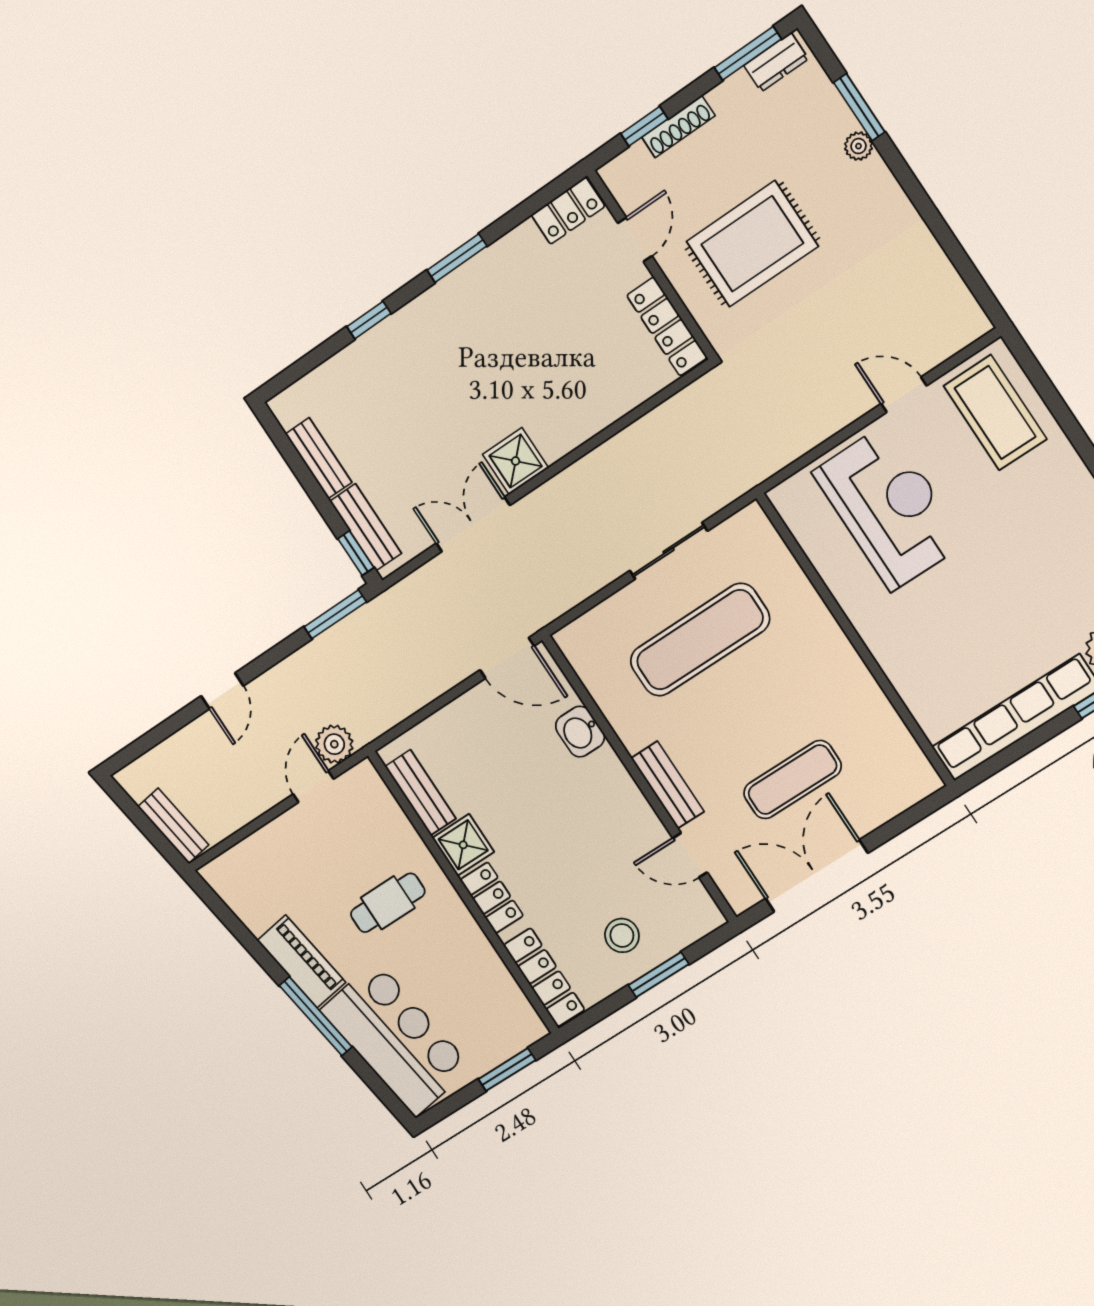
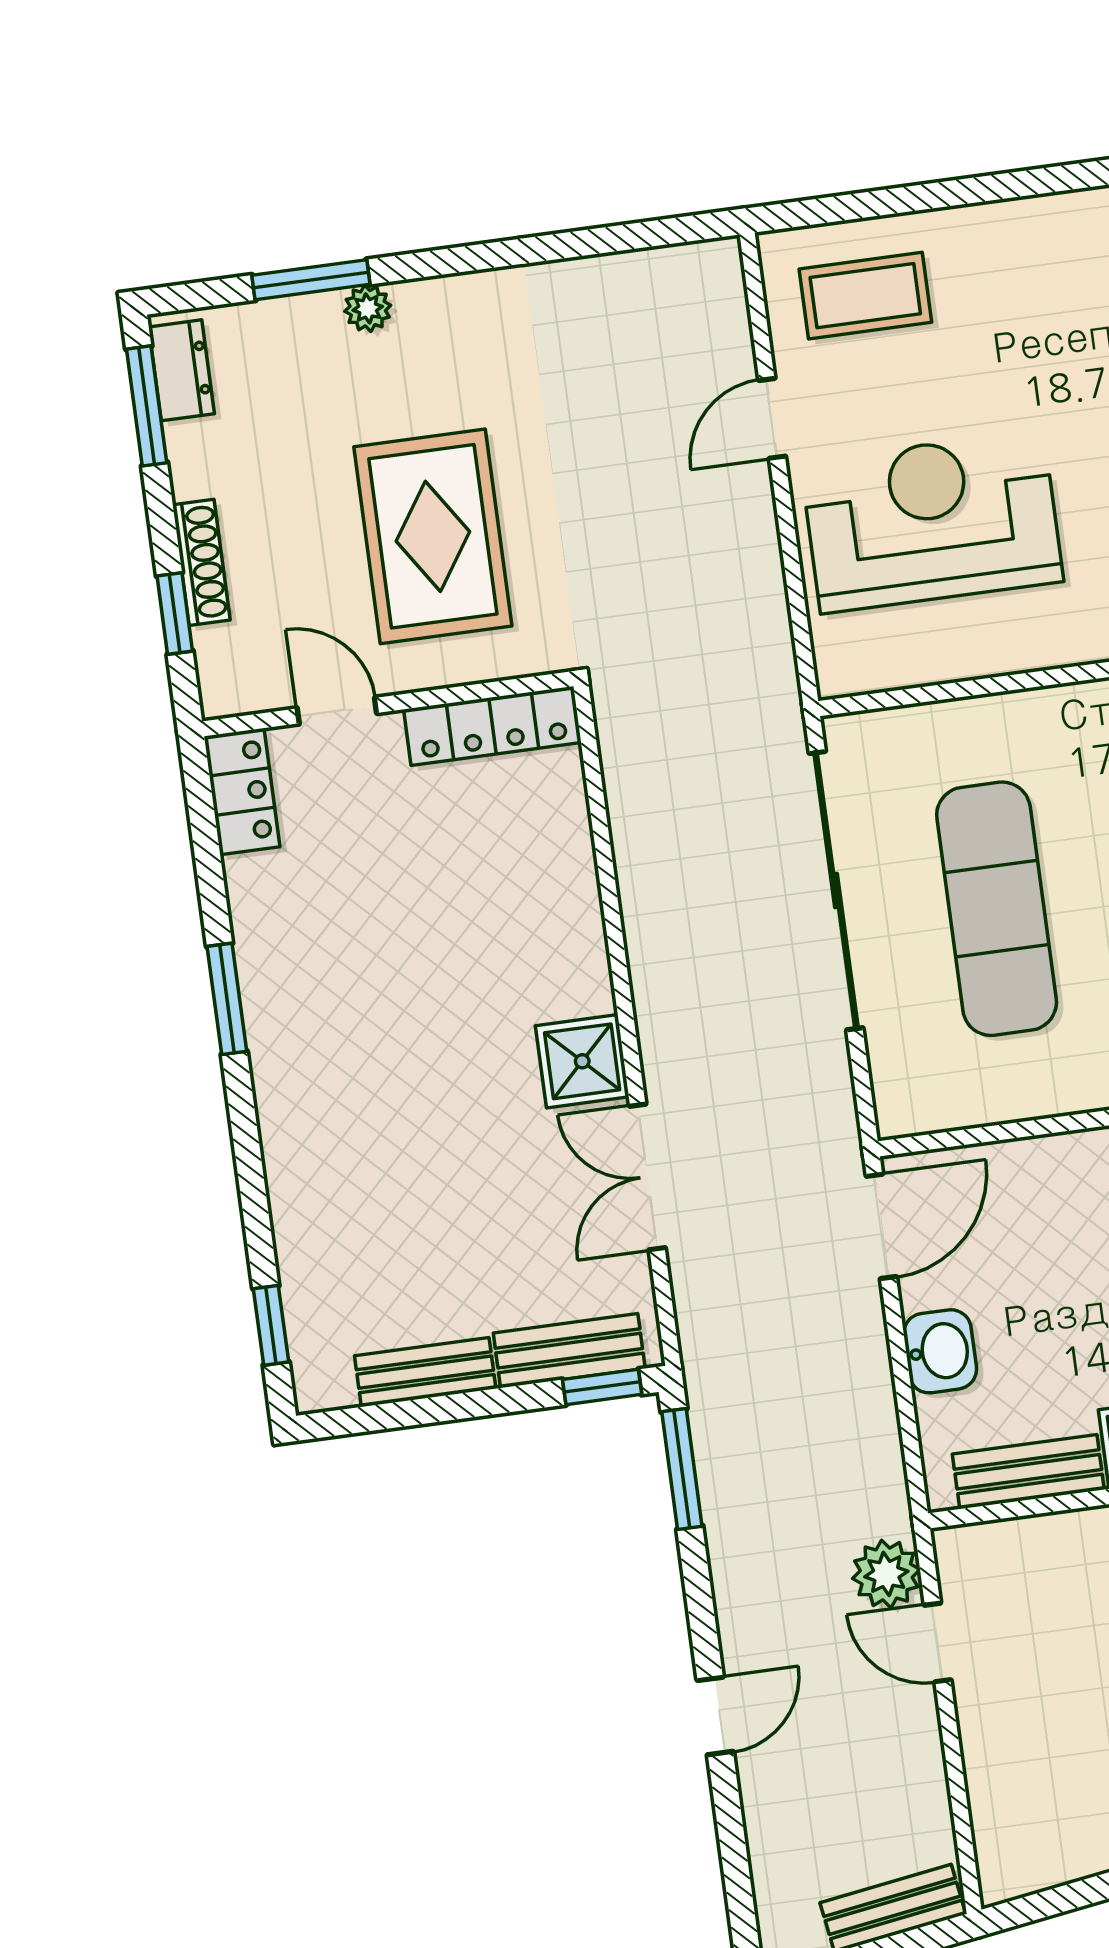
window: (369, 320) -> (271, 1325), moved
coffee table: (995, 412) -> (865, 296), width x0.73, depth x0.76
sliding door: (669, 551) -> (836, 891), width x1.86
door: (222, 691) -> (715, 1716), hinge flipped
washbasin: (580, 732) -> (940, 1351), moved, turned -90

